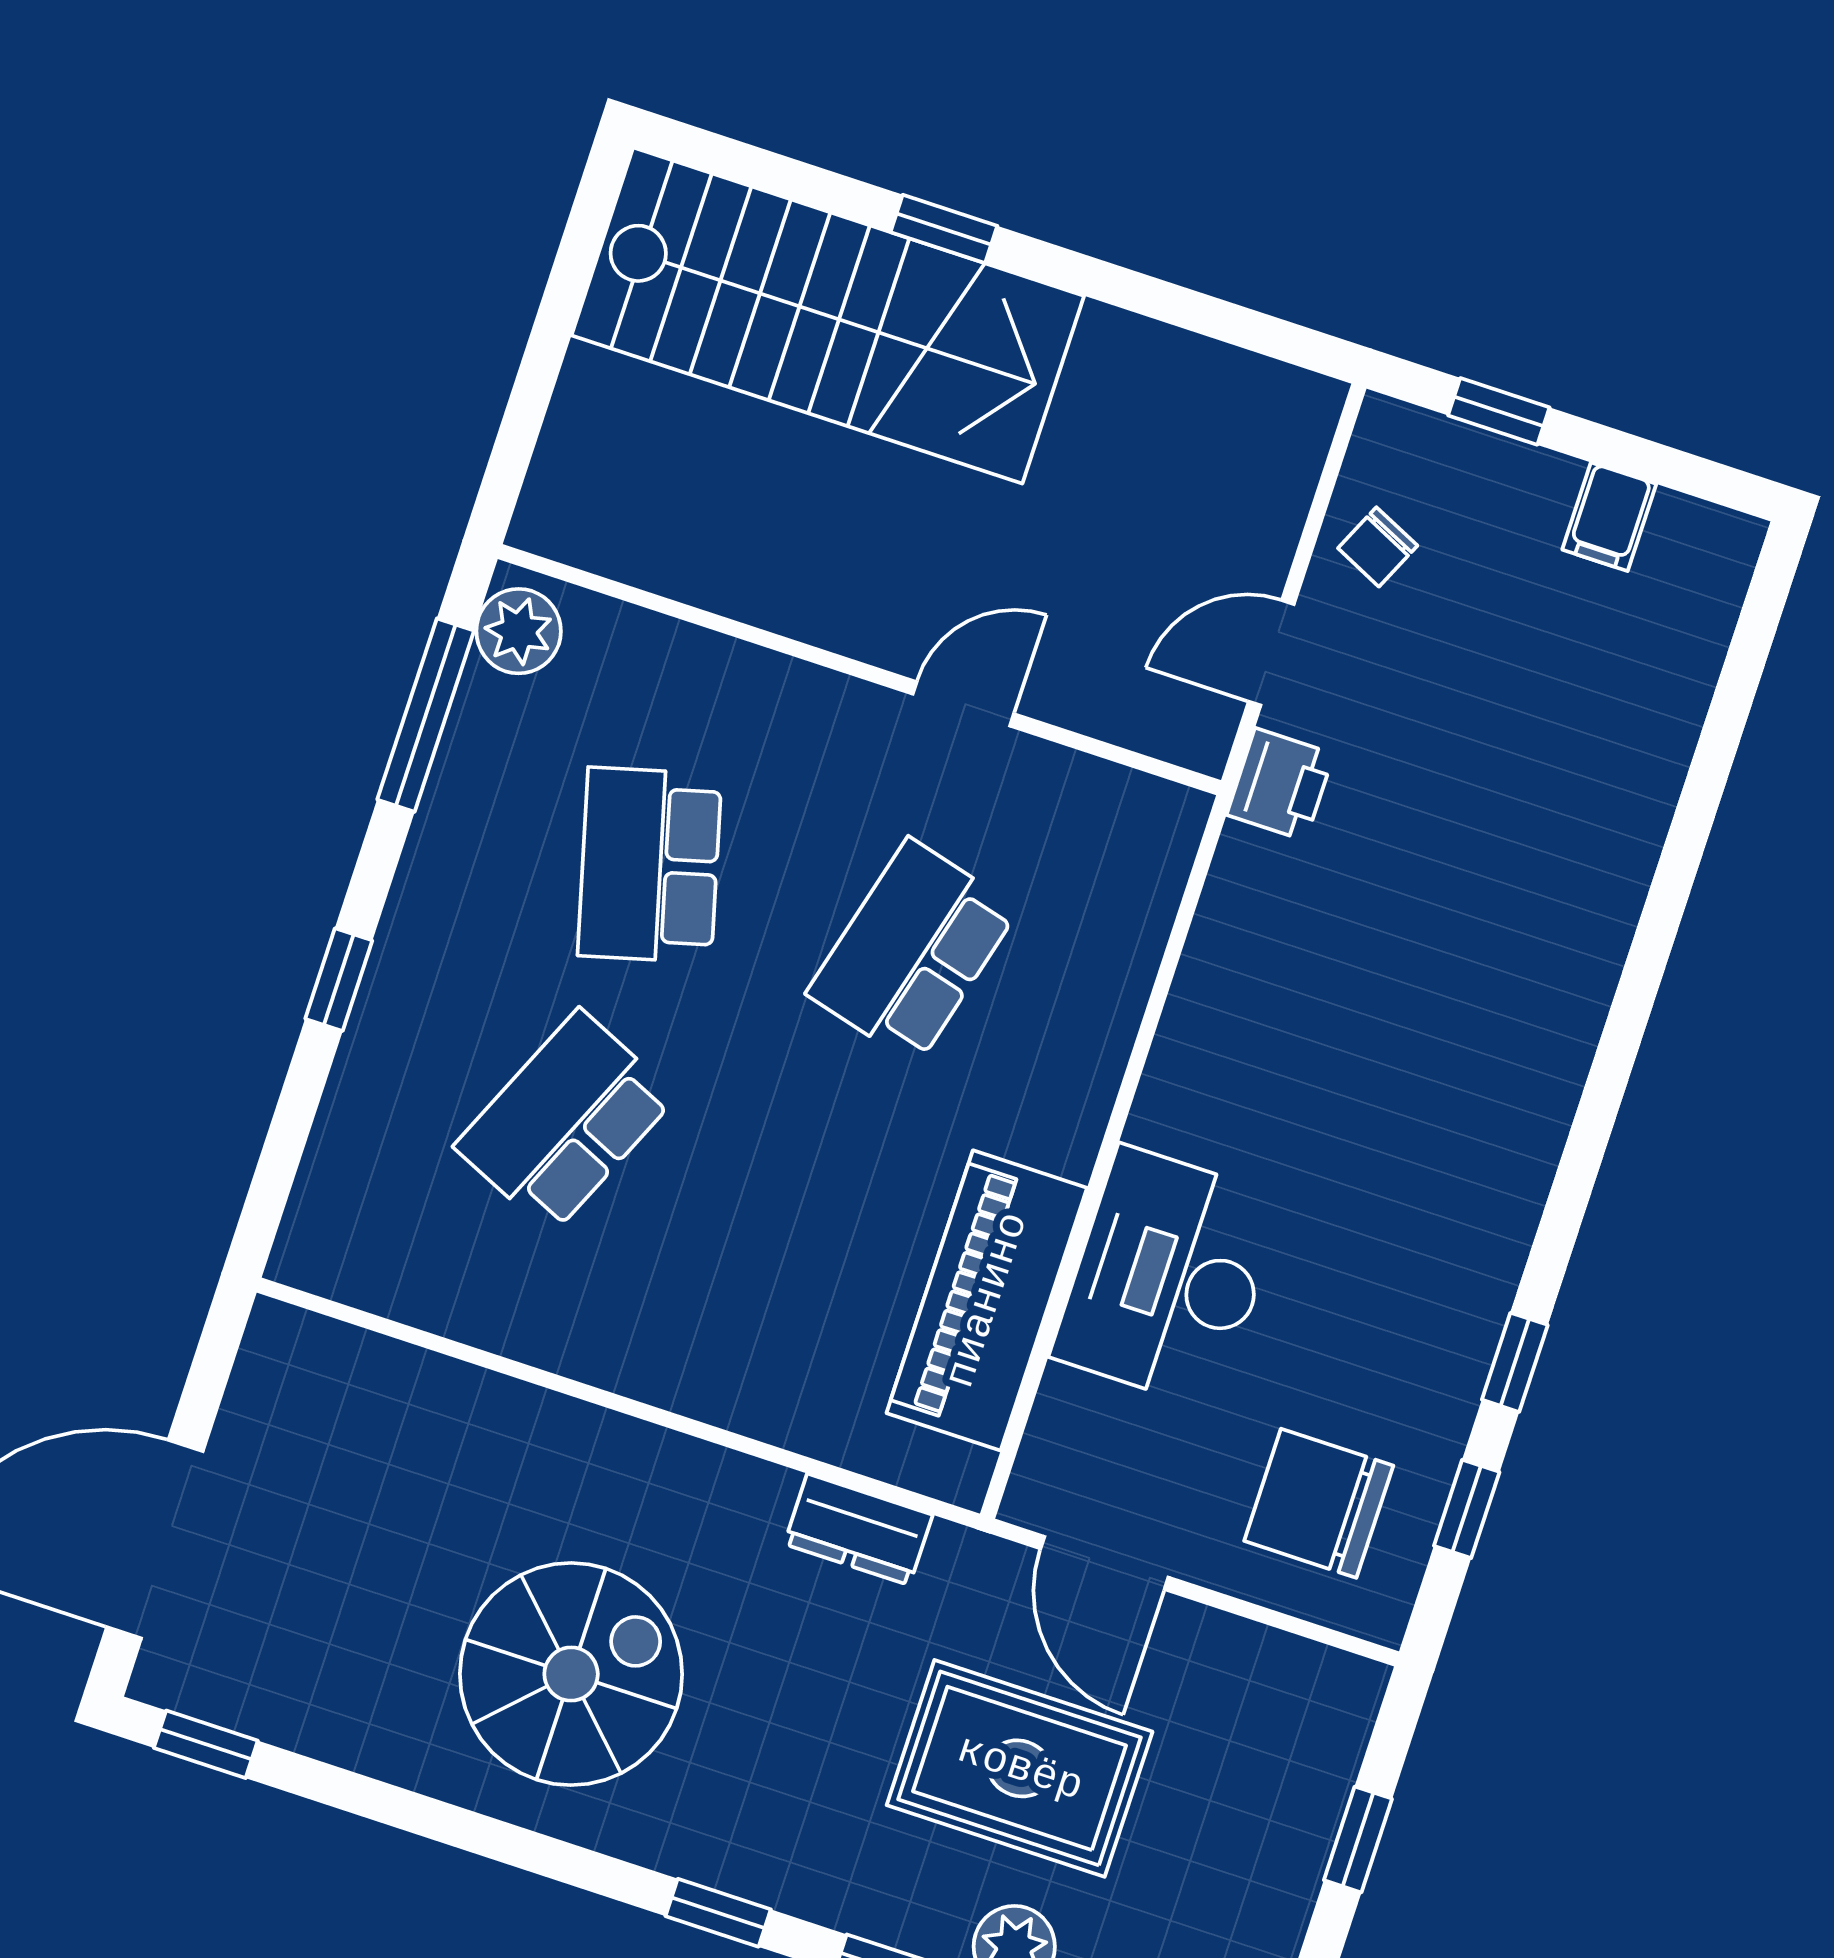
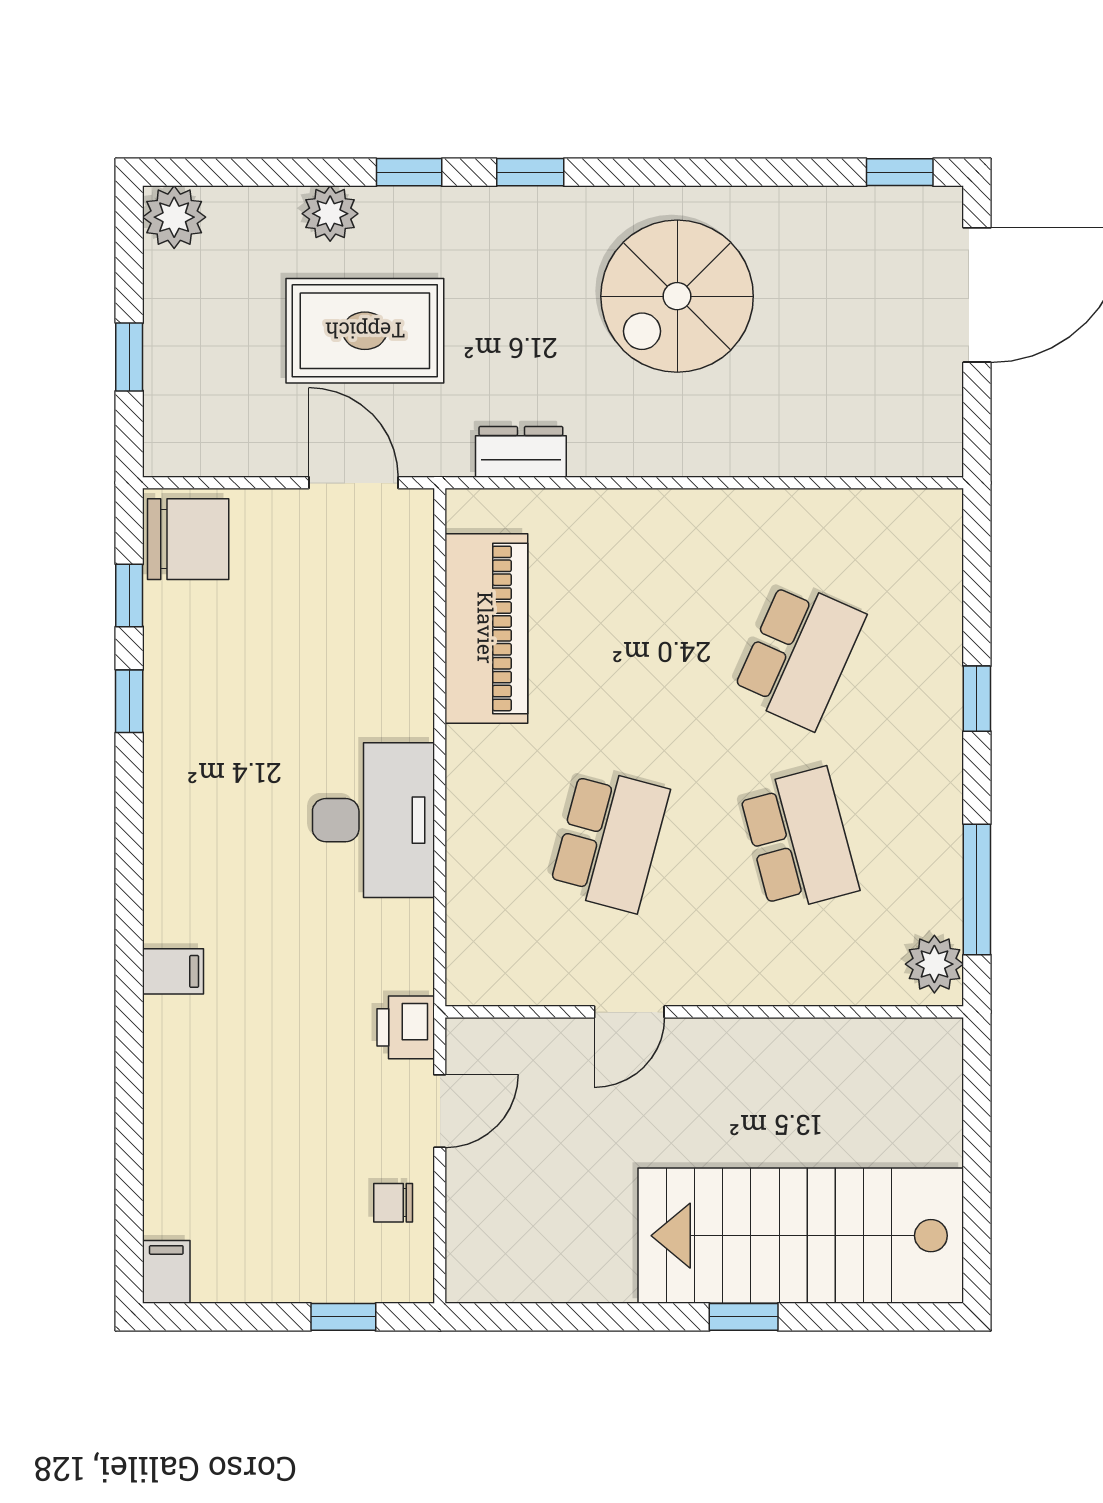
filing cabinet: (1609, 517) -> (166, 1272), moved
chair: (1378, 547) -> (393, 1203), turned -115
filing cabinet: (1577, 968) -> (173, 971), added
desk: (1168, 1277) -> (373, 820), moved
chair: (1319, 1503) -> (188, 539), moved

